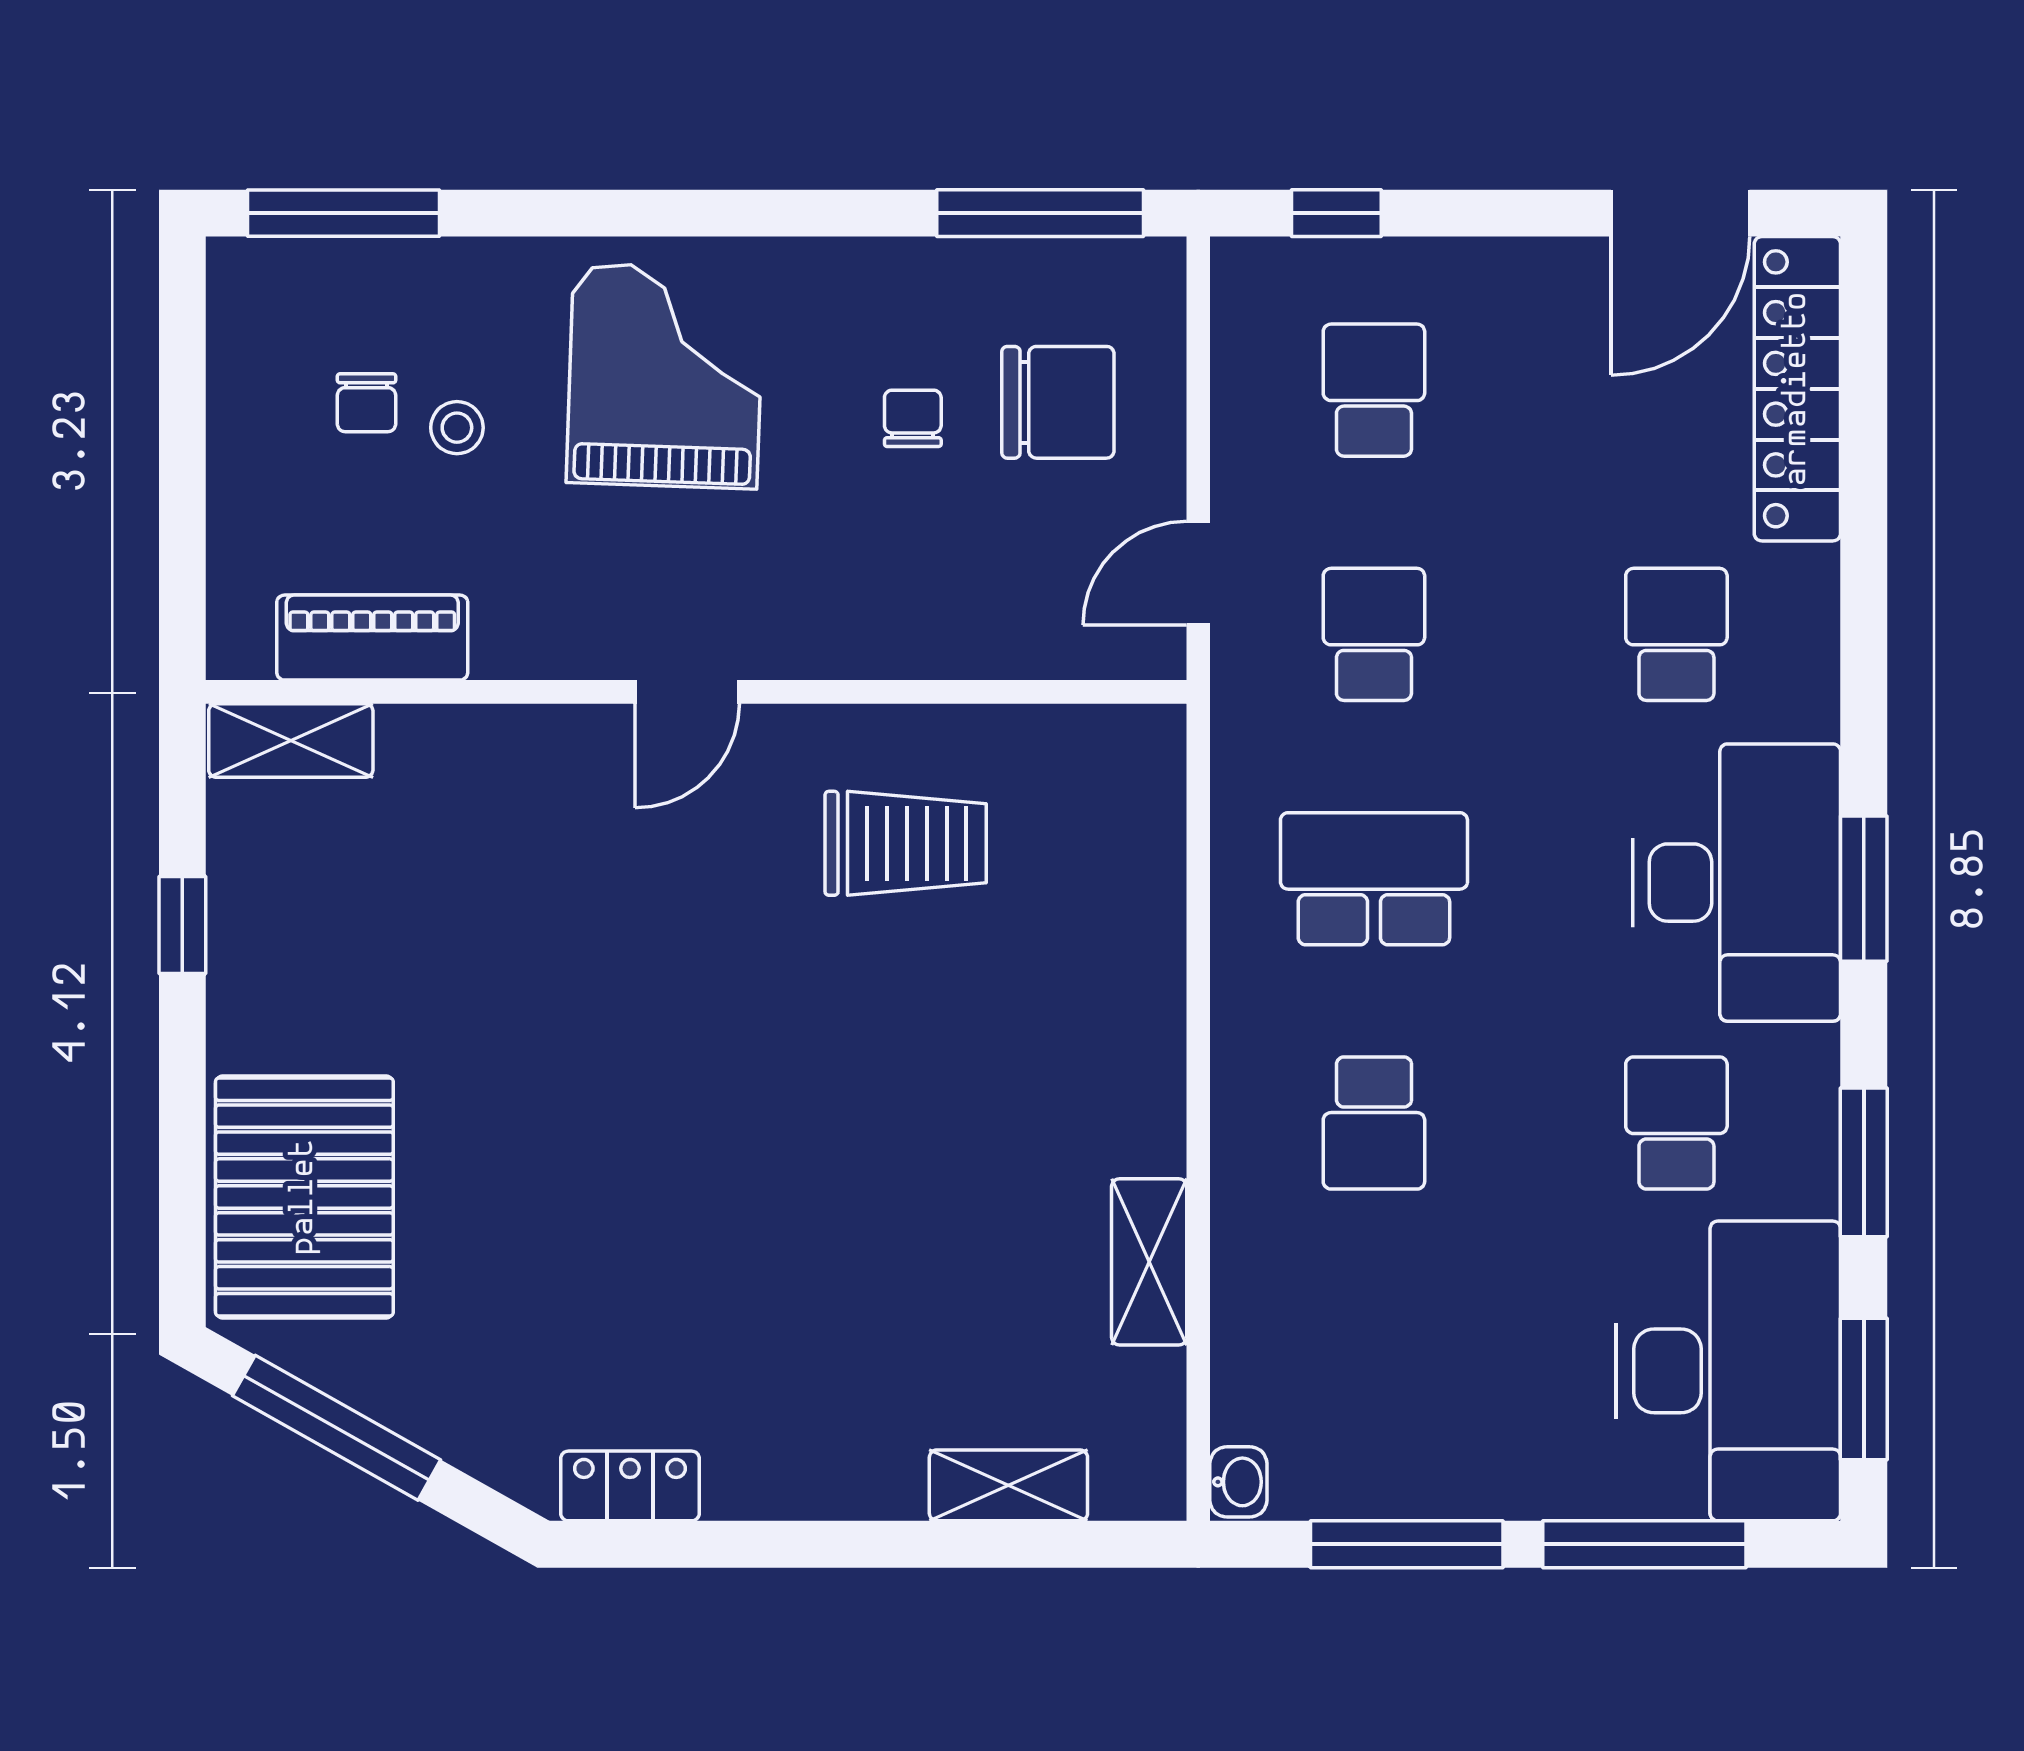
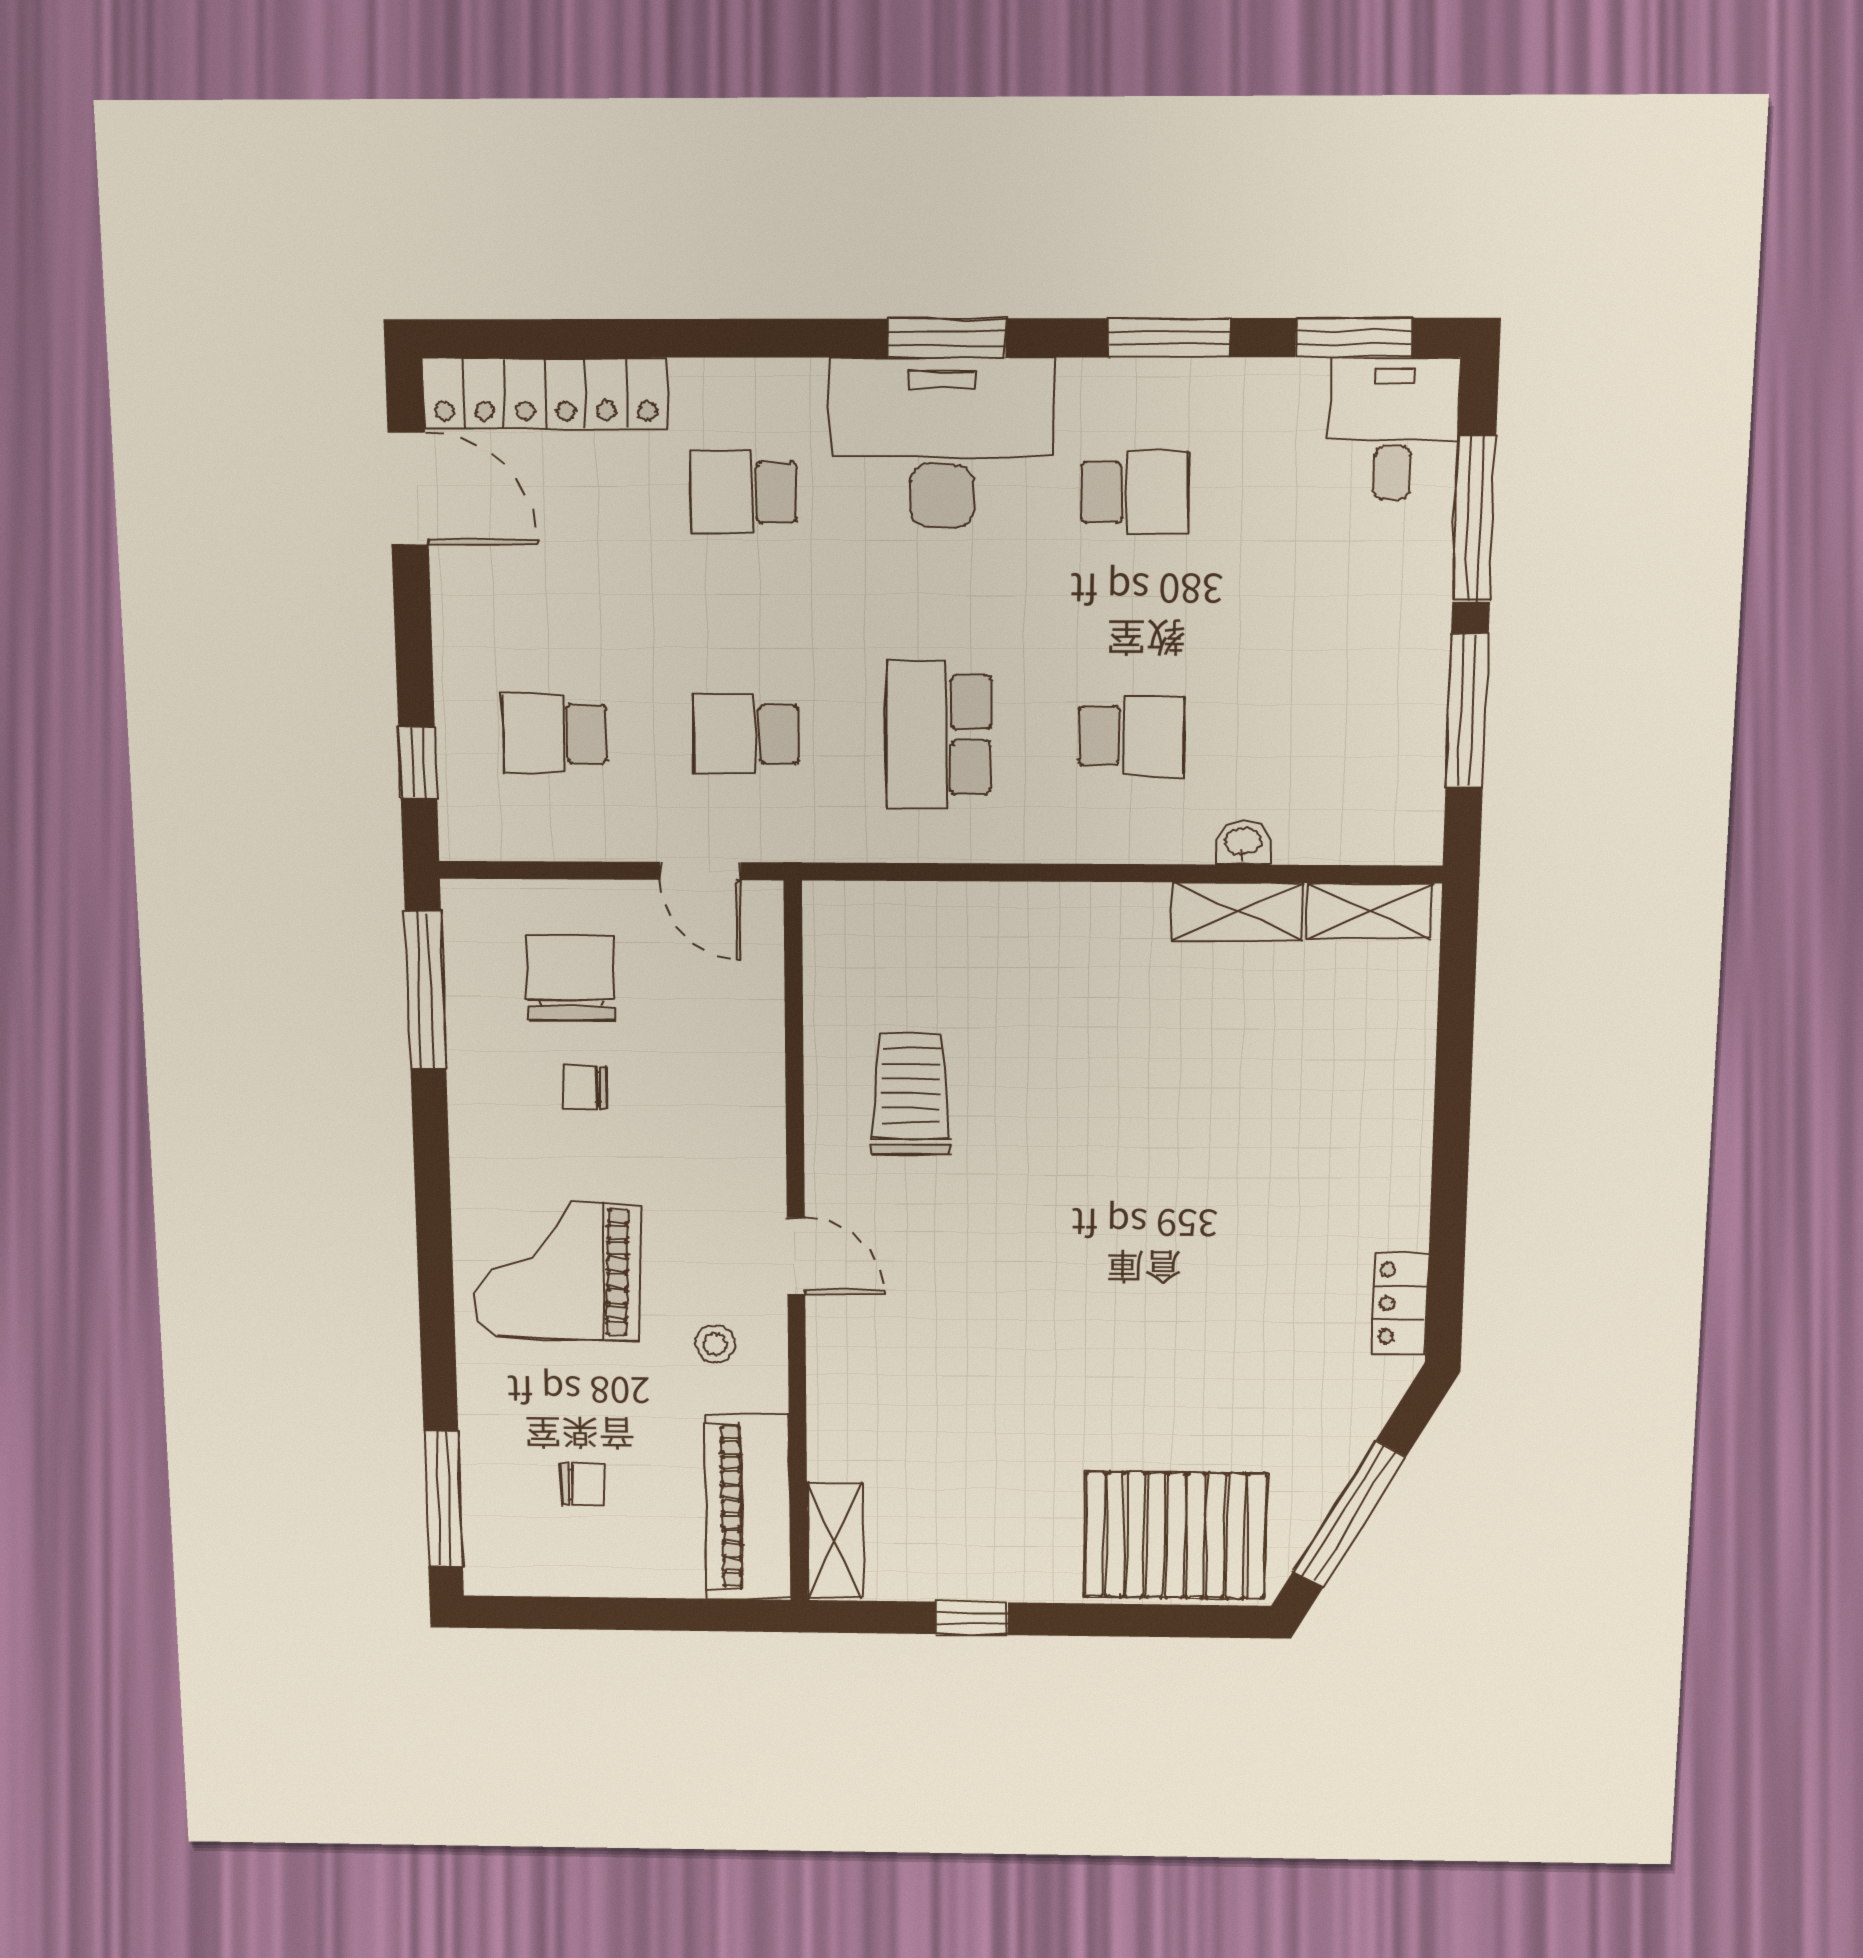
stool: (457, 428) -> (715, 1344), moved
piano: (372, 638) -> (748, 1507), width x1.37, depth x1.33
school desk: (1676, 1123) -> (1135, 492), turned 180
desk: (1728, 1371) -> (1393, 429), width x0.53, depth x0.77
washbasin: (1238, 1482) -> (1243, 842), moved
shelving: (1008, 1485) -> (1370, 911), moved, turned 90

